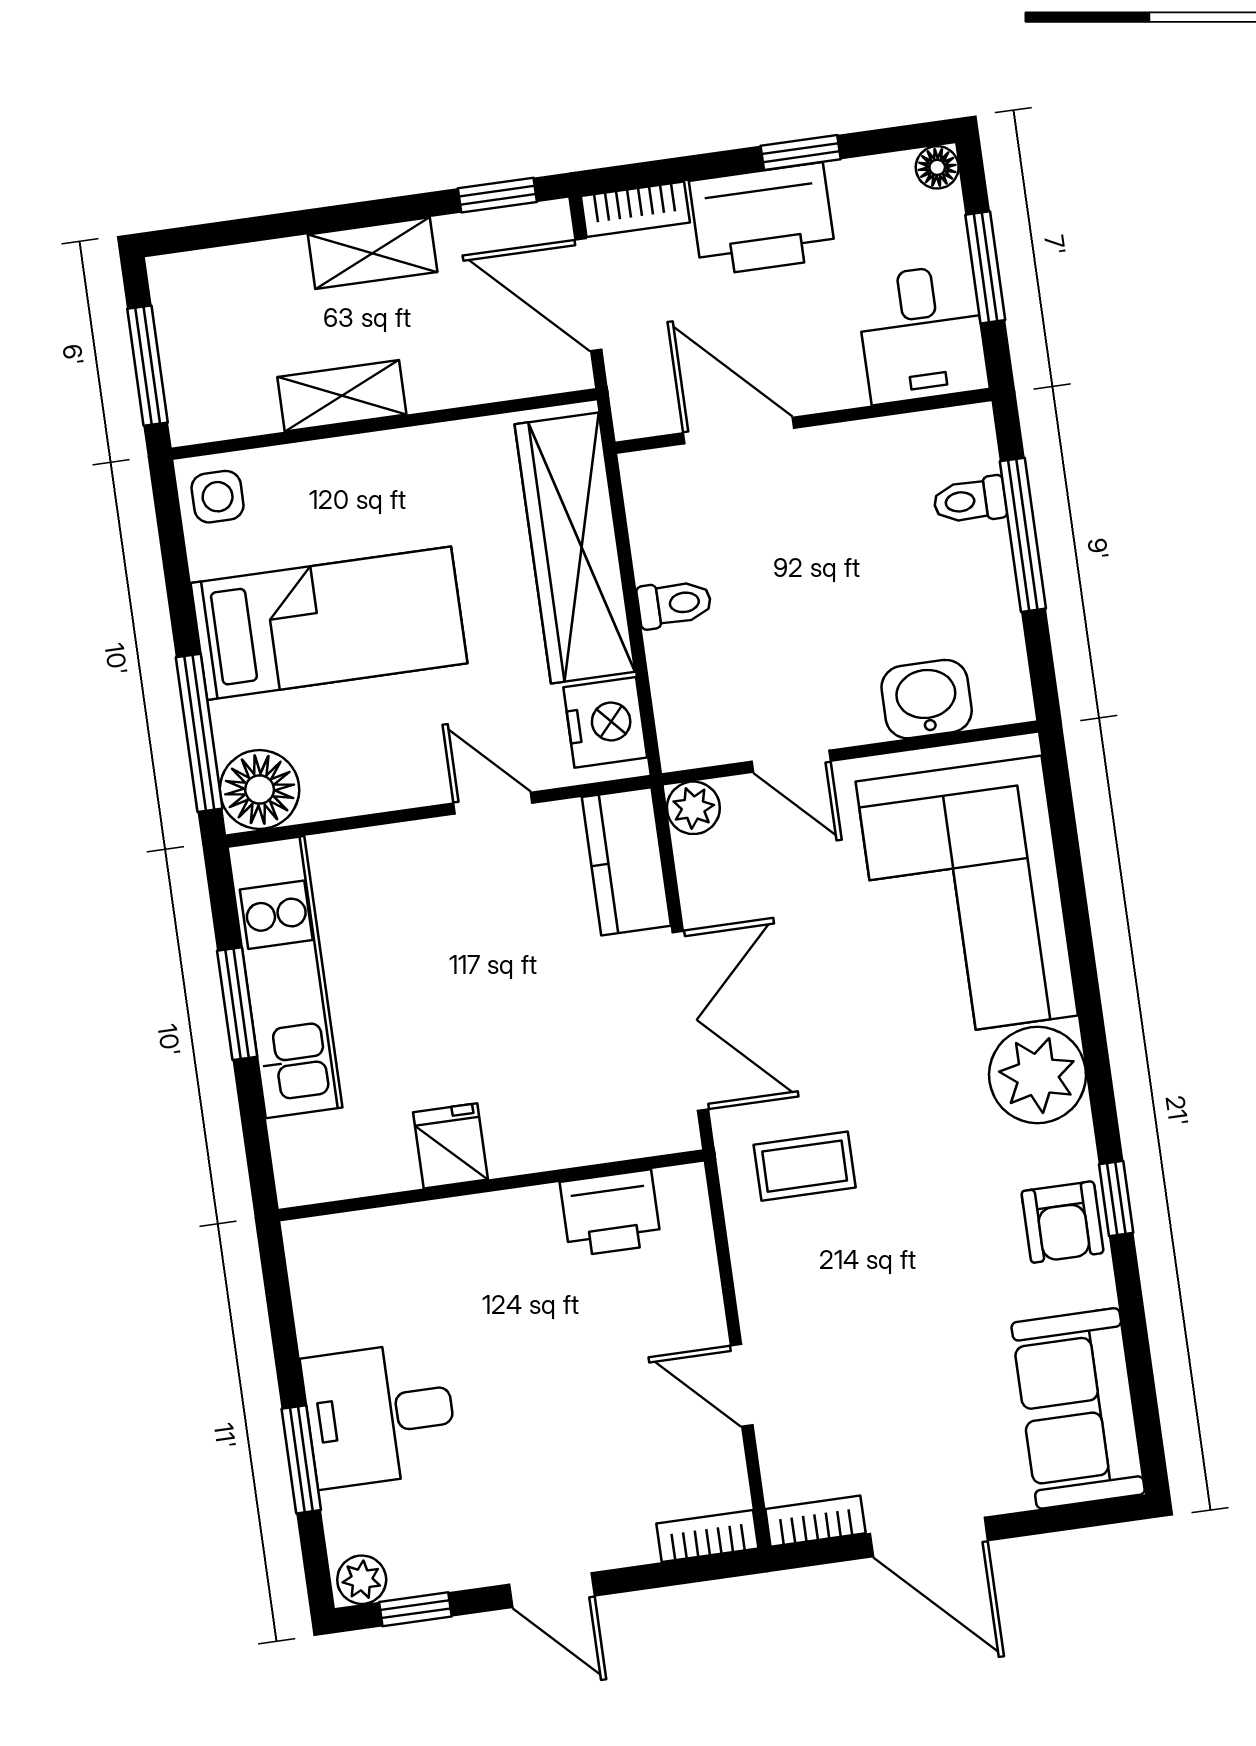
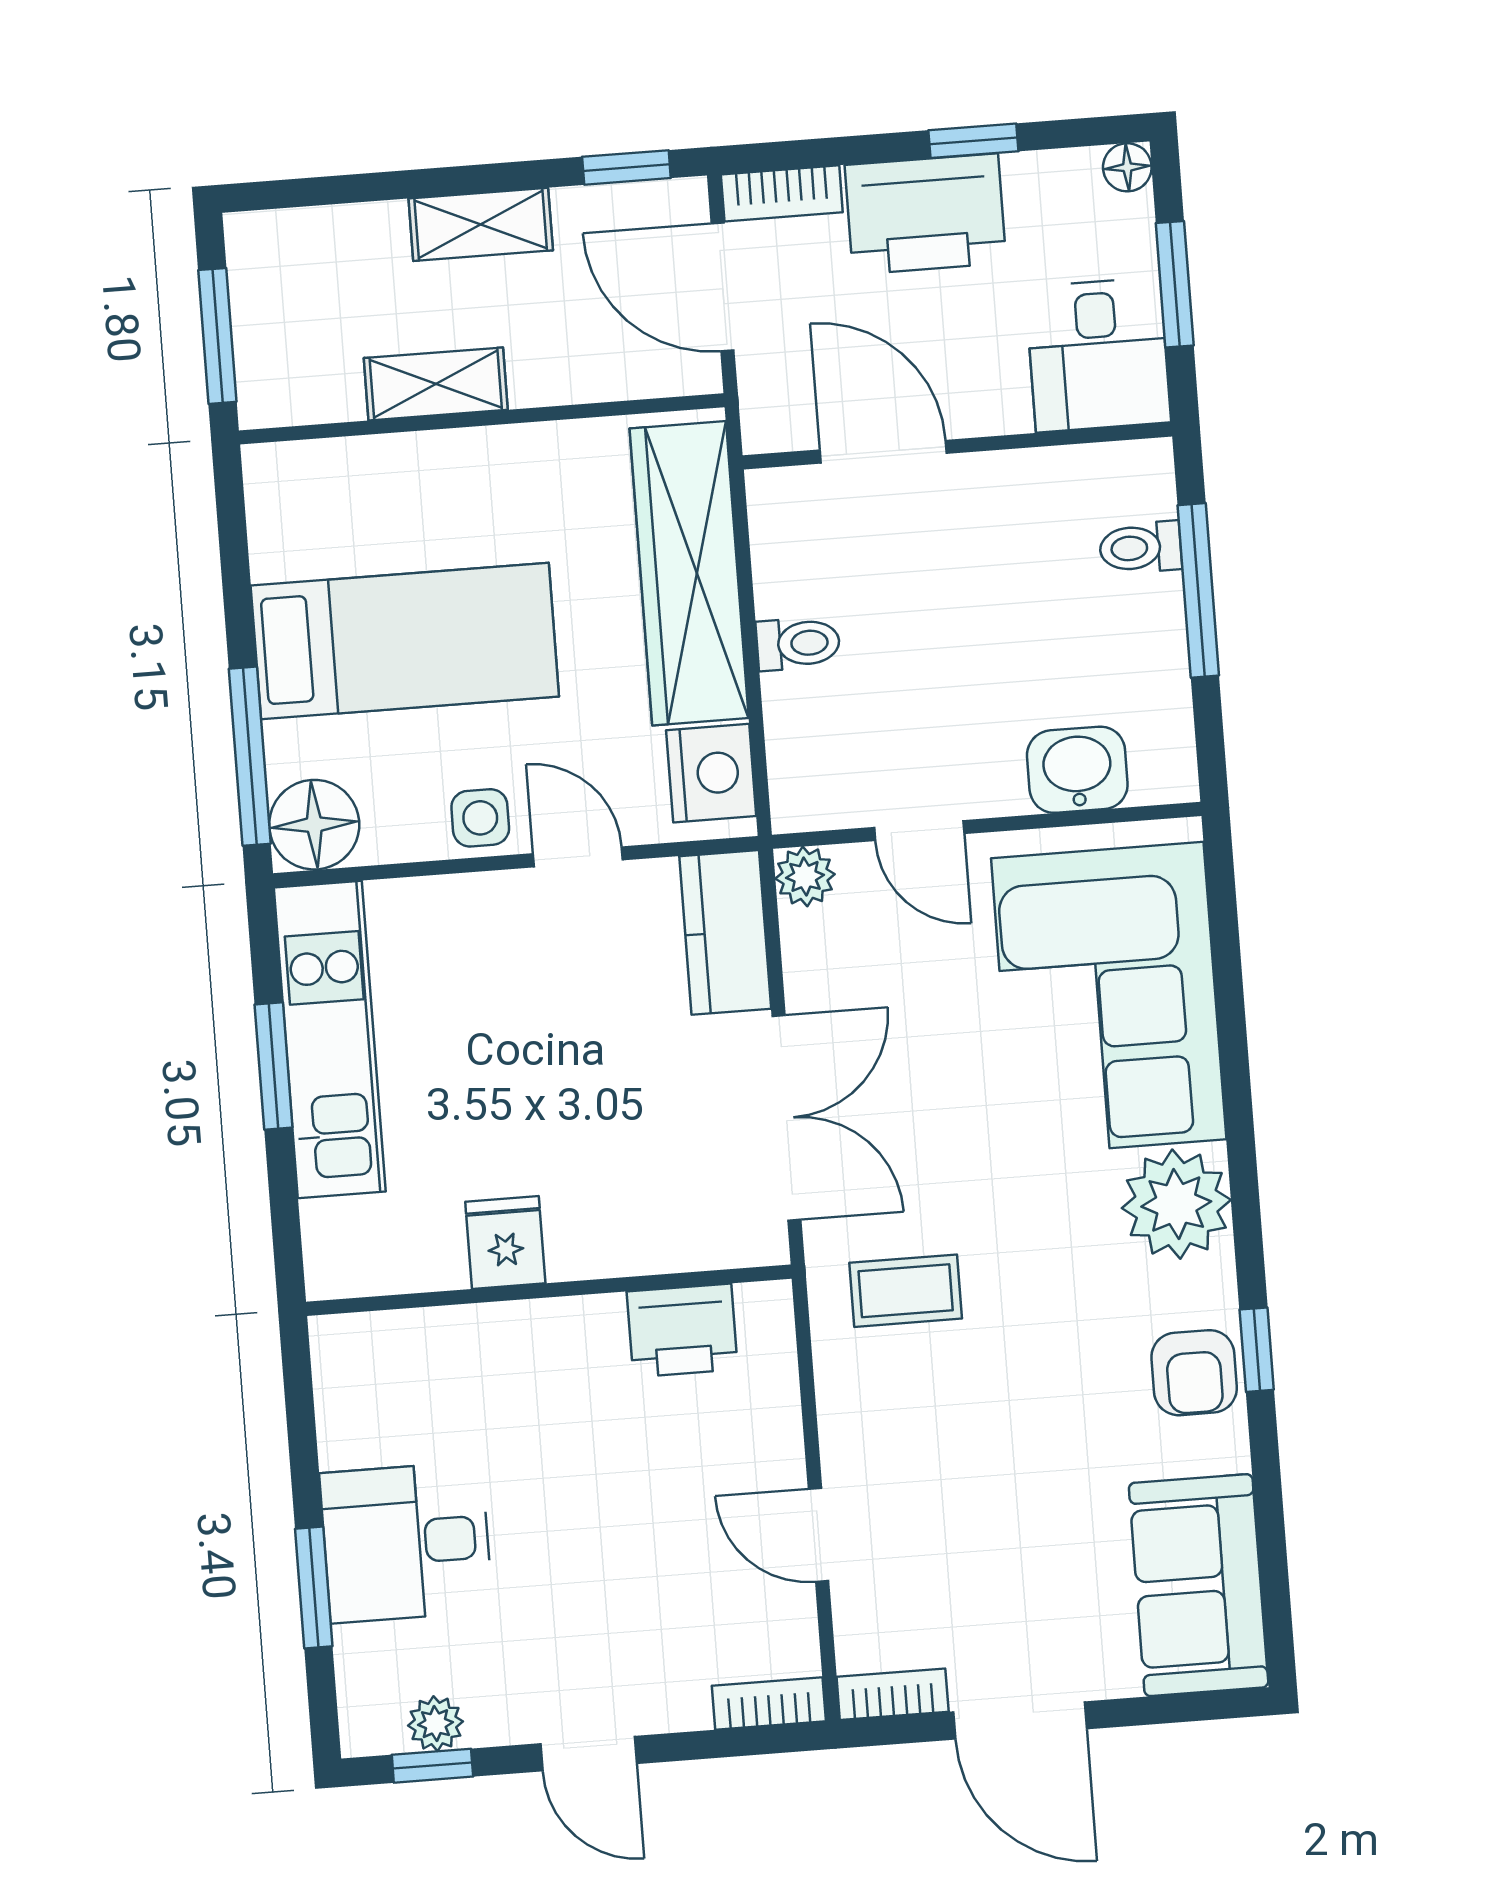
side table: (218, 497) -> (480, 818), moved
plant: (362, 1580) -> (435, 1724), moved

